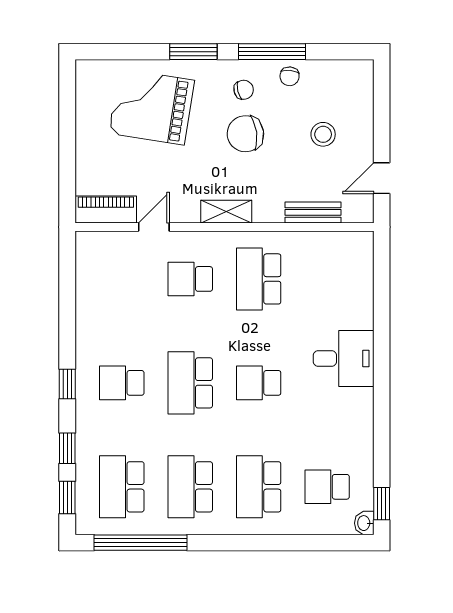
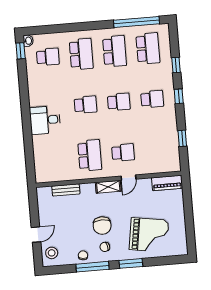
chair: (245, 134) -> (102, 226), turned 98
stool: (323, 134) -> (52, 253), moved
door: (382, 178) -> (36, 235), moved
door: (154, 227) -> (128, 178), moved
school desk: (190, 383) -> (119, 102), width x0.54
window: (67, 497) -> (182, 138), moved

